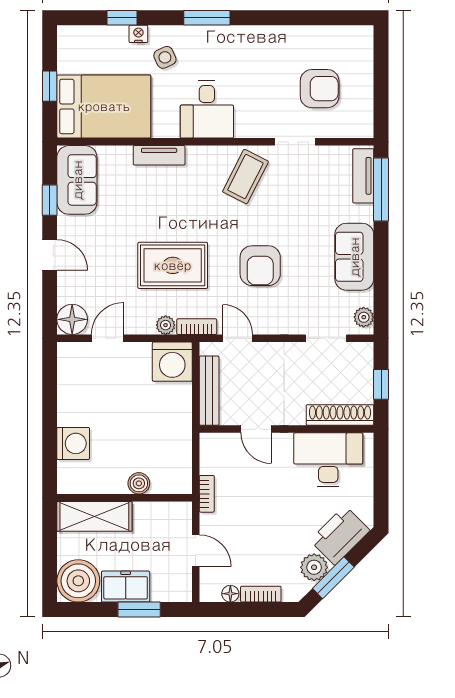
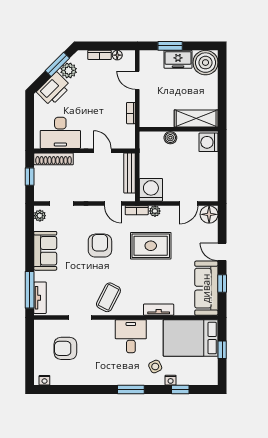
nightstand: (356, 34) -> (44, 380), added
sofa: (77, 180) -> (206, 288), width x1.36
boiler: (139, 483) -> (170, 138), moved
wall: (125, 498) -> (179, 129), moved
shelving: (94, 516) -> (196, 118), moved

